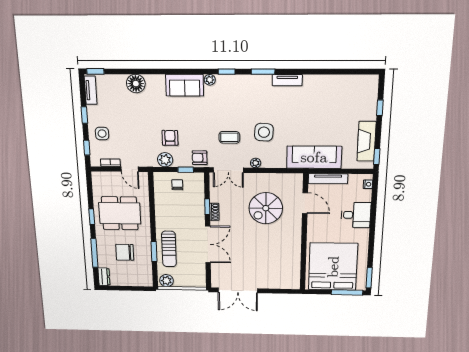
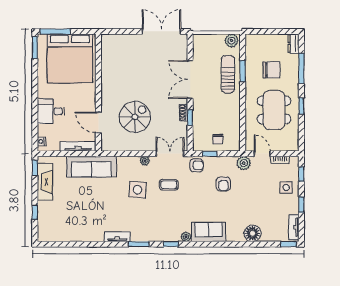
plant: (165, 160) -> (244, 163), moved
dining table: (120, 213) -> (274, 110), turned 90

